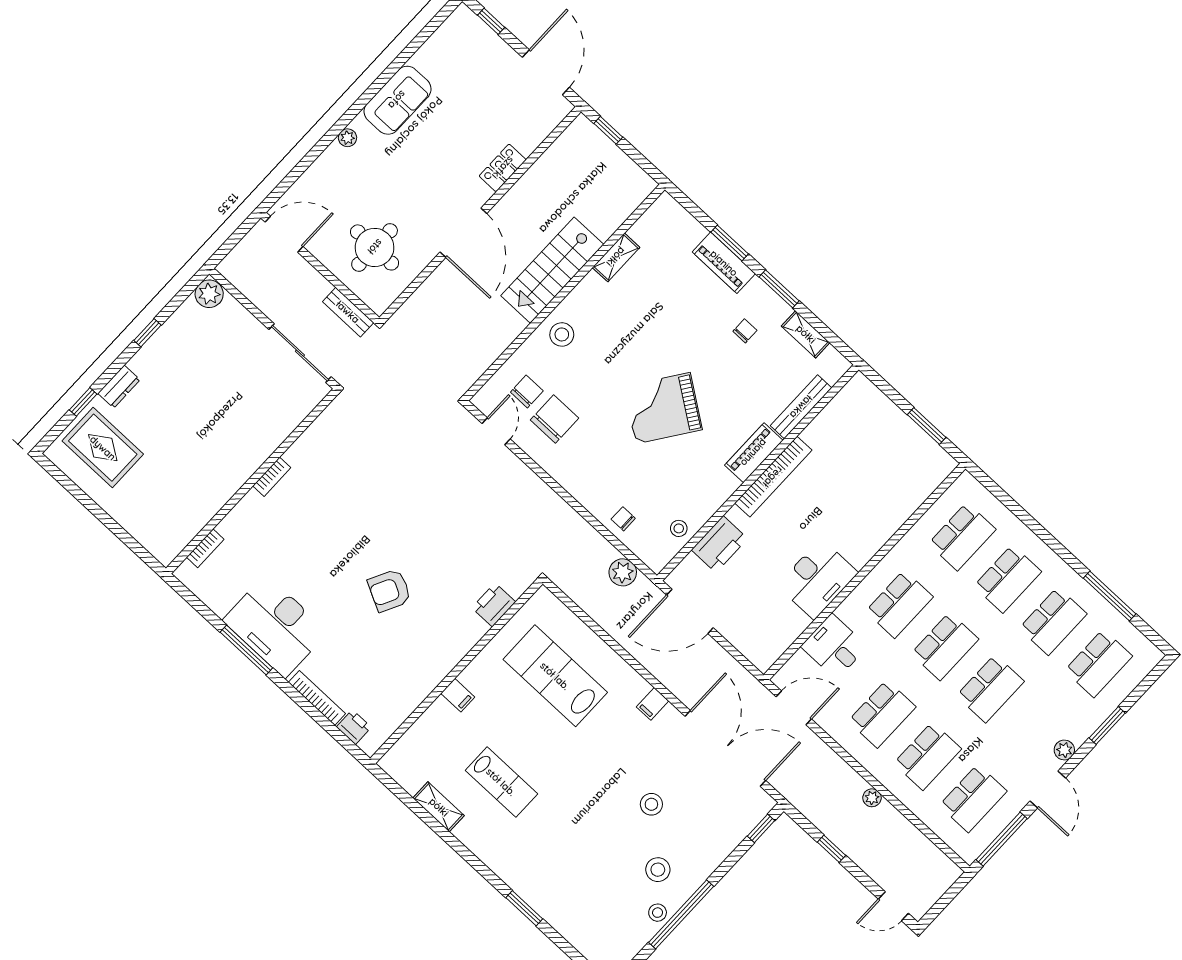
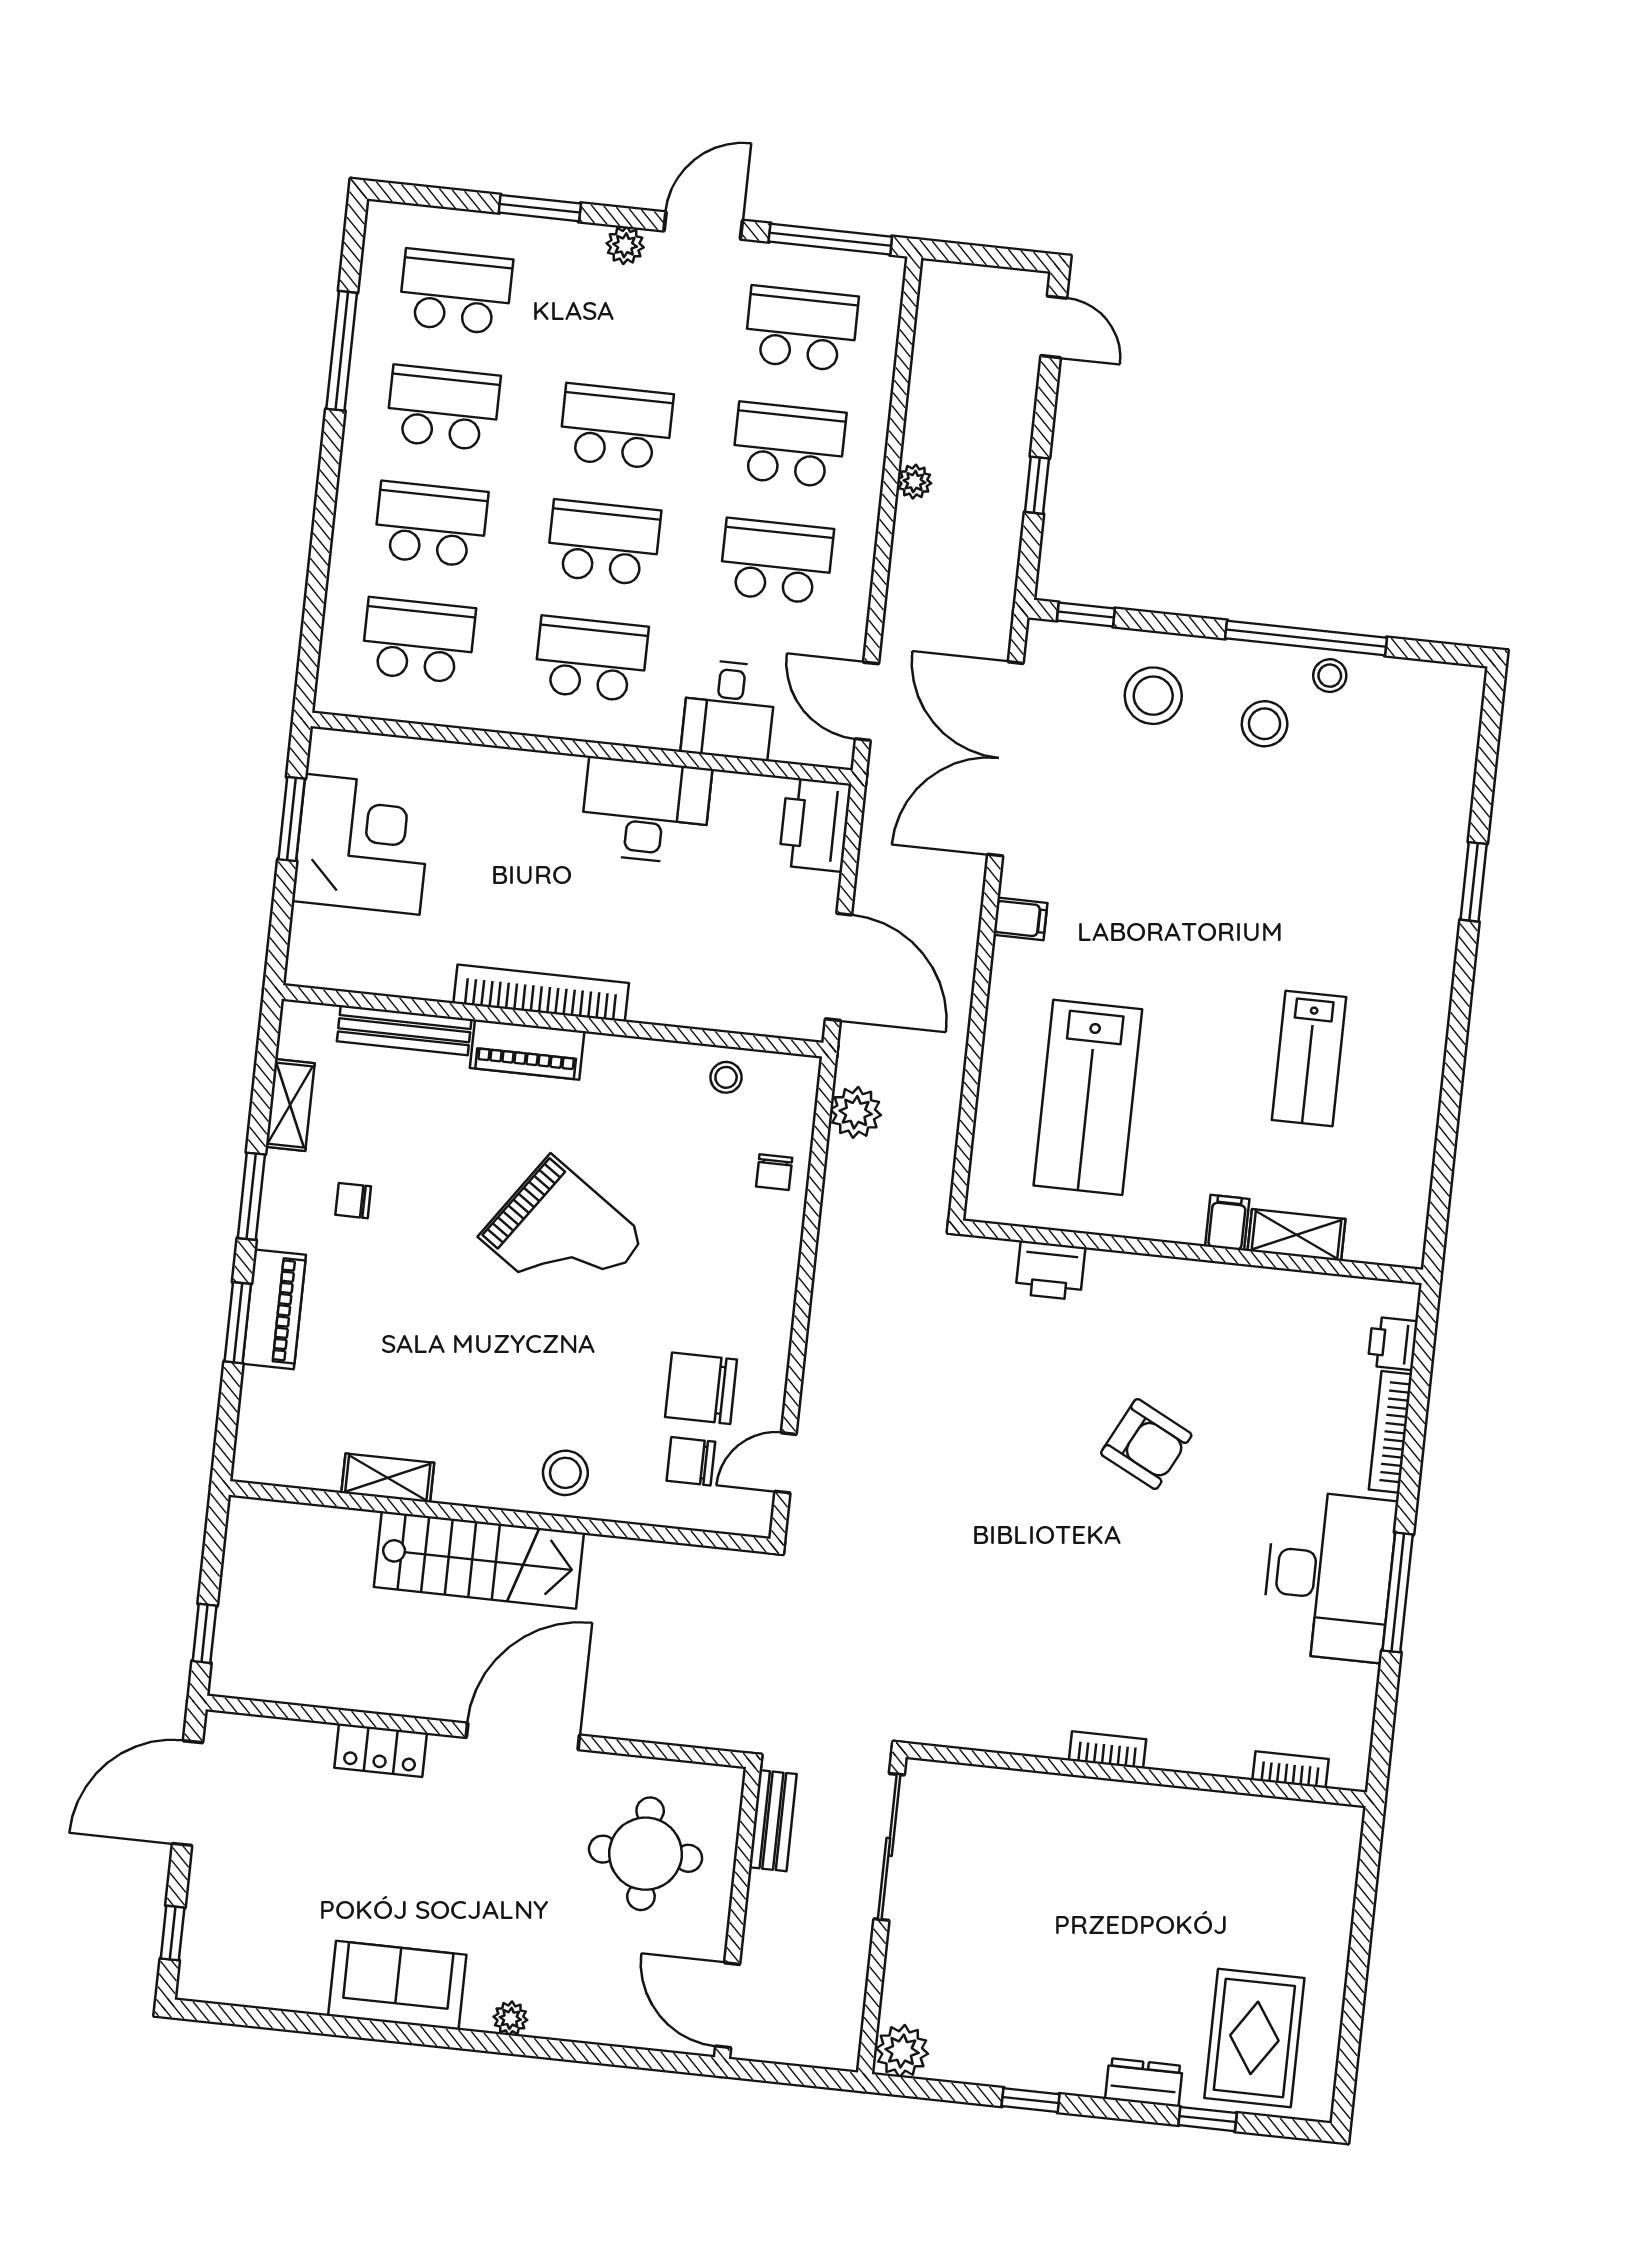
corner desk: (893, 448) -> (362, 844), added
printer: (720, 544) -> (815, 825), moved, turned -90
lab bench: (501, 782) -> (1309, 1058), turned 180
stool: (651, 804) -> (1153, 696), moved, width x1.38, depth x1.38
shelving: (439, 807) -> (1296, 1235), moved, turned 90

